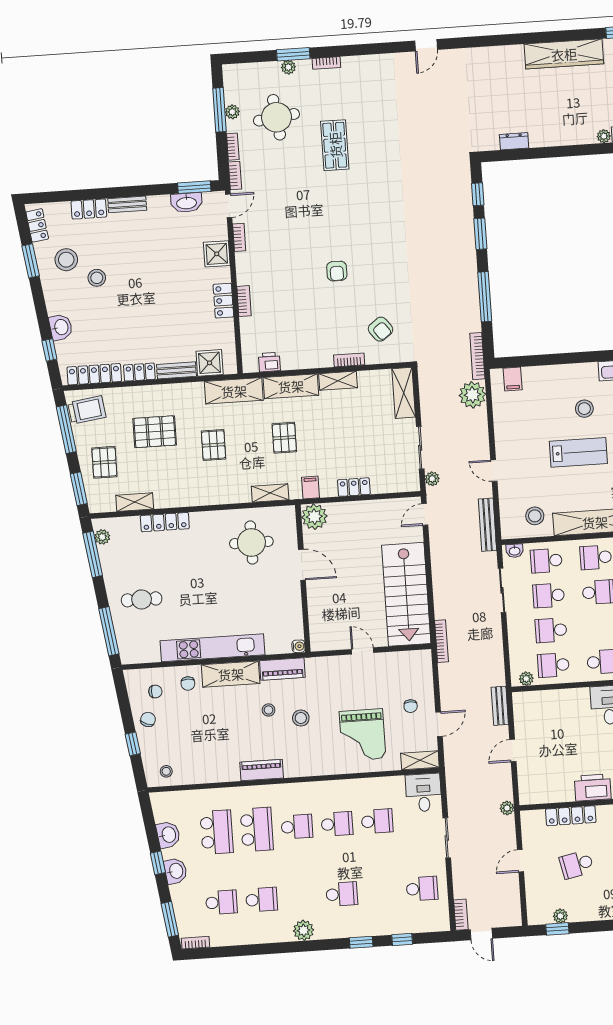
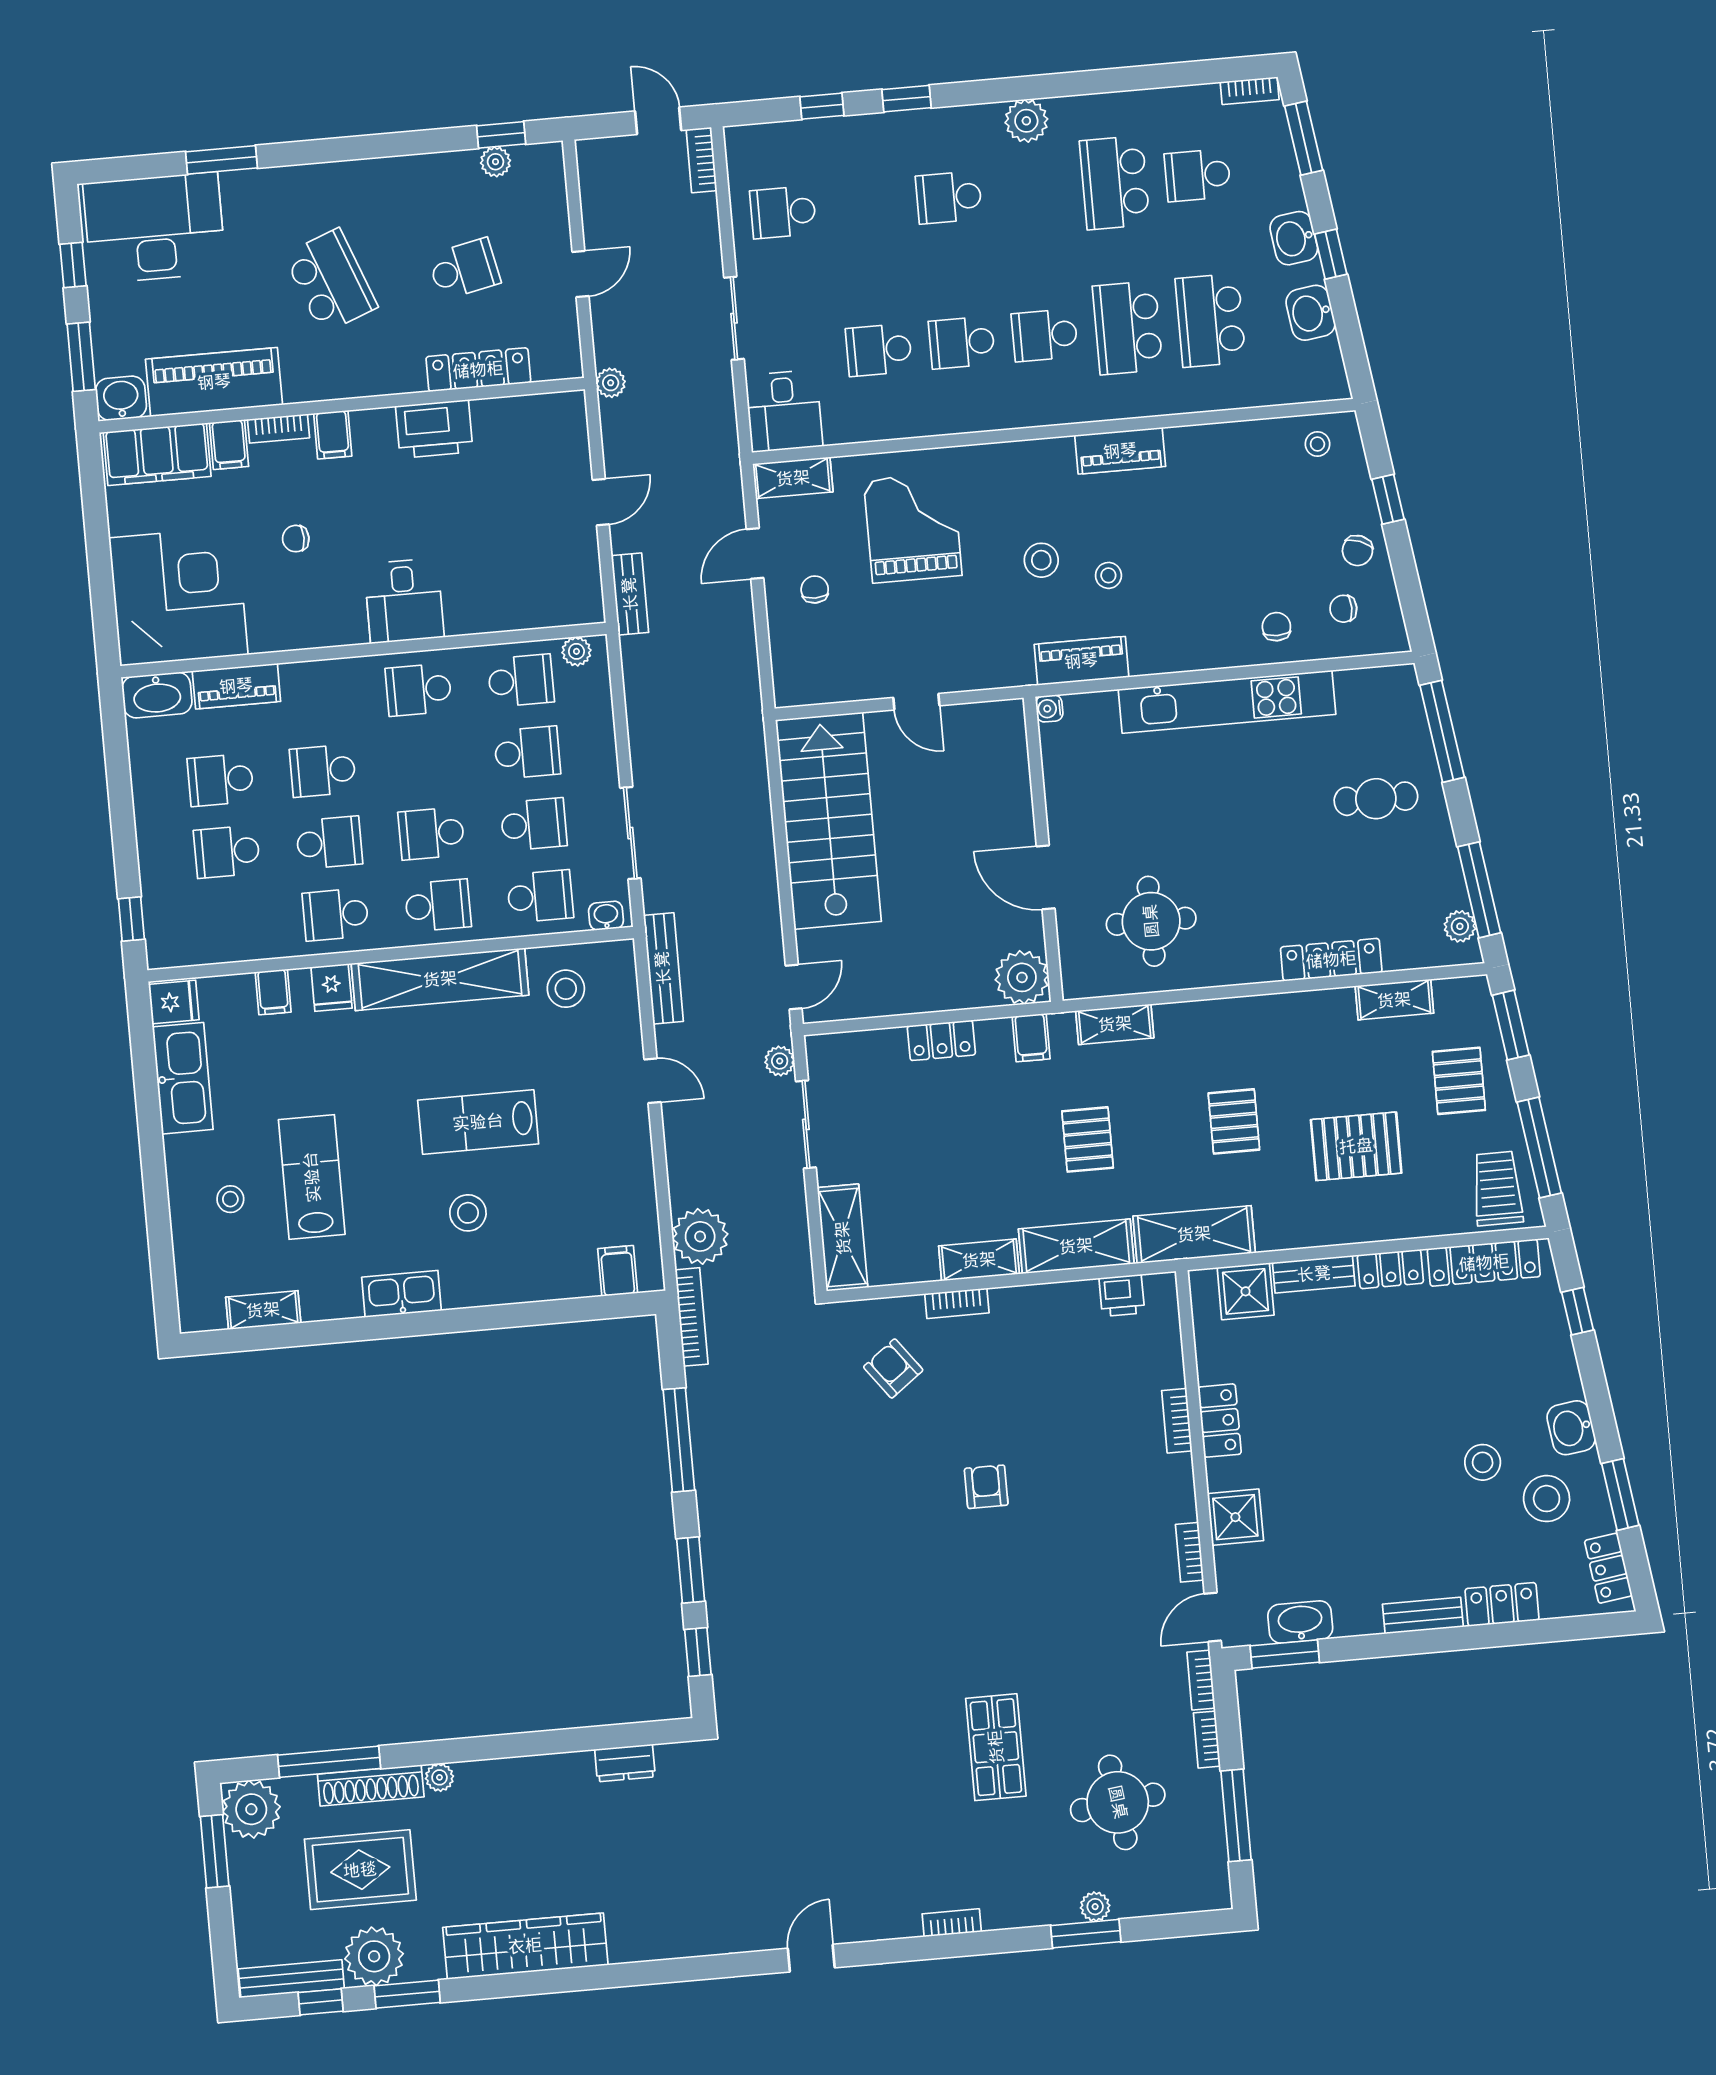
bookcase: (326, 63) -> (952, 1923), moved
plant: (232, 112) -> (1209, 1812), removed
washbasin: (61, 327) -> (1571, 1428), moved
trolley: (87, 410) -> (1497, 1188), turned 98
bookcase: (441, 641) -> (753, 725), removed
shelving: (231, 674) -> (1189, 648), removed
school desk: (262, 900) -> (1115, 183), width x1.85

